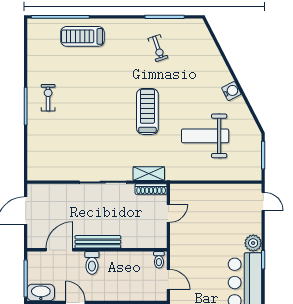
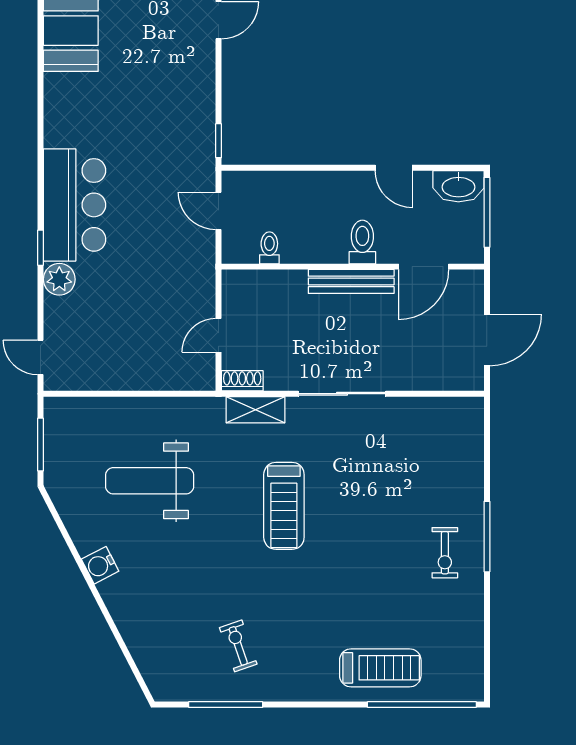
treadmill: (147, 111) -> (284, 506), moved
weight bench: (205, 136) -> (150, 481), turned 180
shoe rack: (151, 189) -> (242, 381), width x0.70
toilet: (159, 260) -> (269, 248), moved

